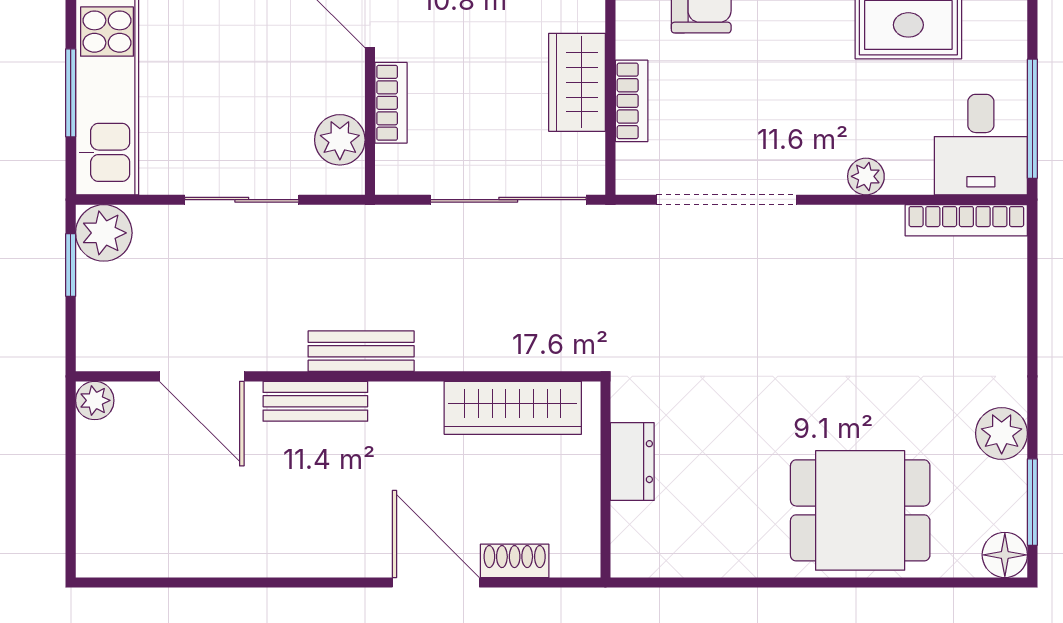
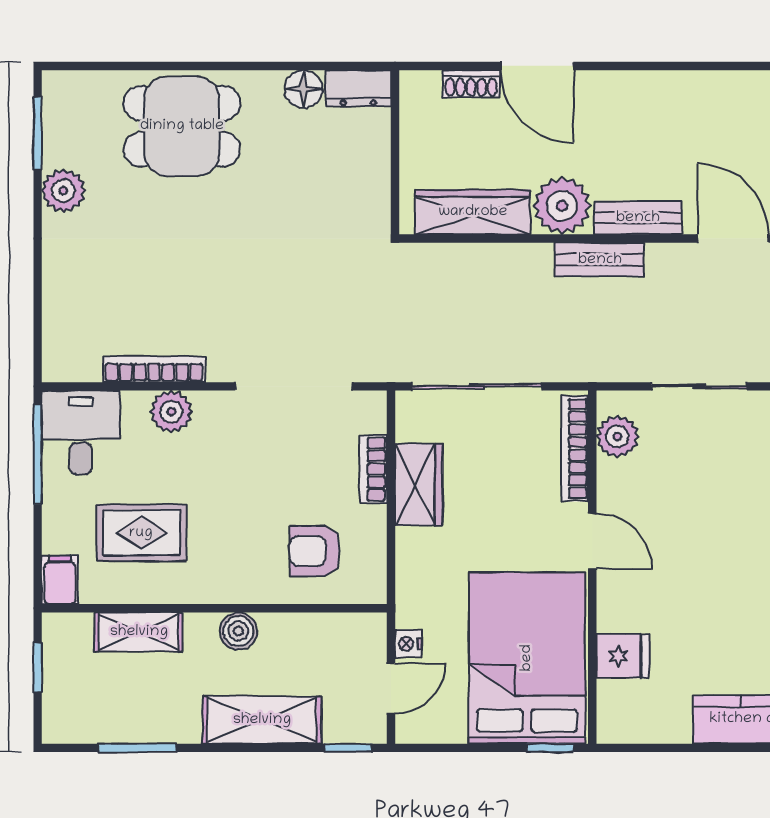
bookcase: (391, 103) -> (575, 449), width x1.56
plant: (866, 176) -> (171, 412), width x1.38, depth x1.38
bookcase: (966, 220) -> (154, 369), moved
plant: (406, 416) -> (562, 206), added
dresser: (632, 462) -> (358, 88), moved, turned -90
floor lamp: (1005, 555) -> (304, 89), moved

